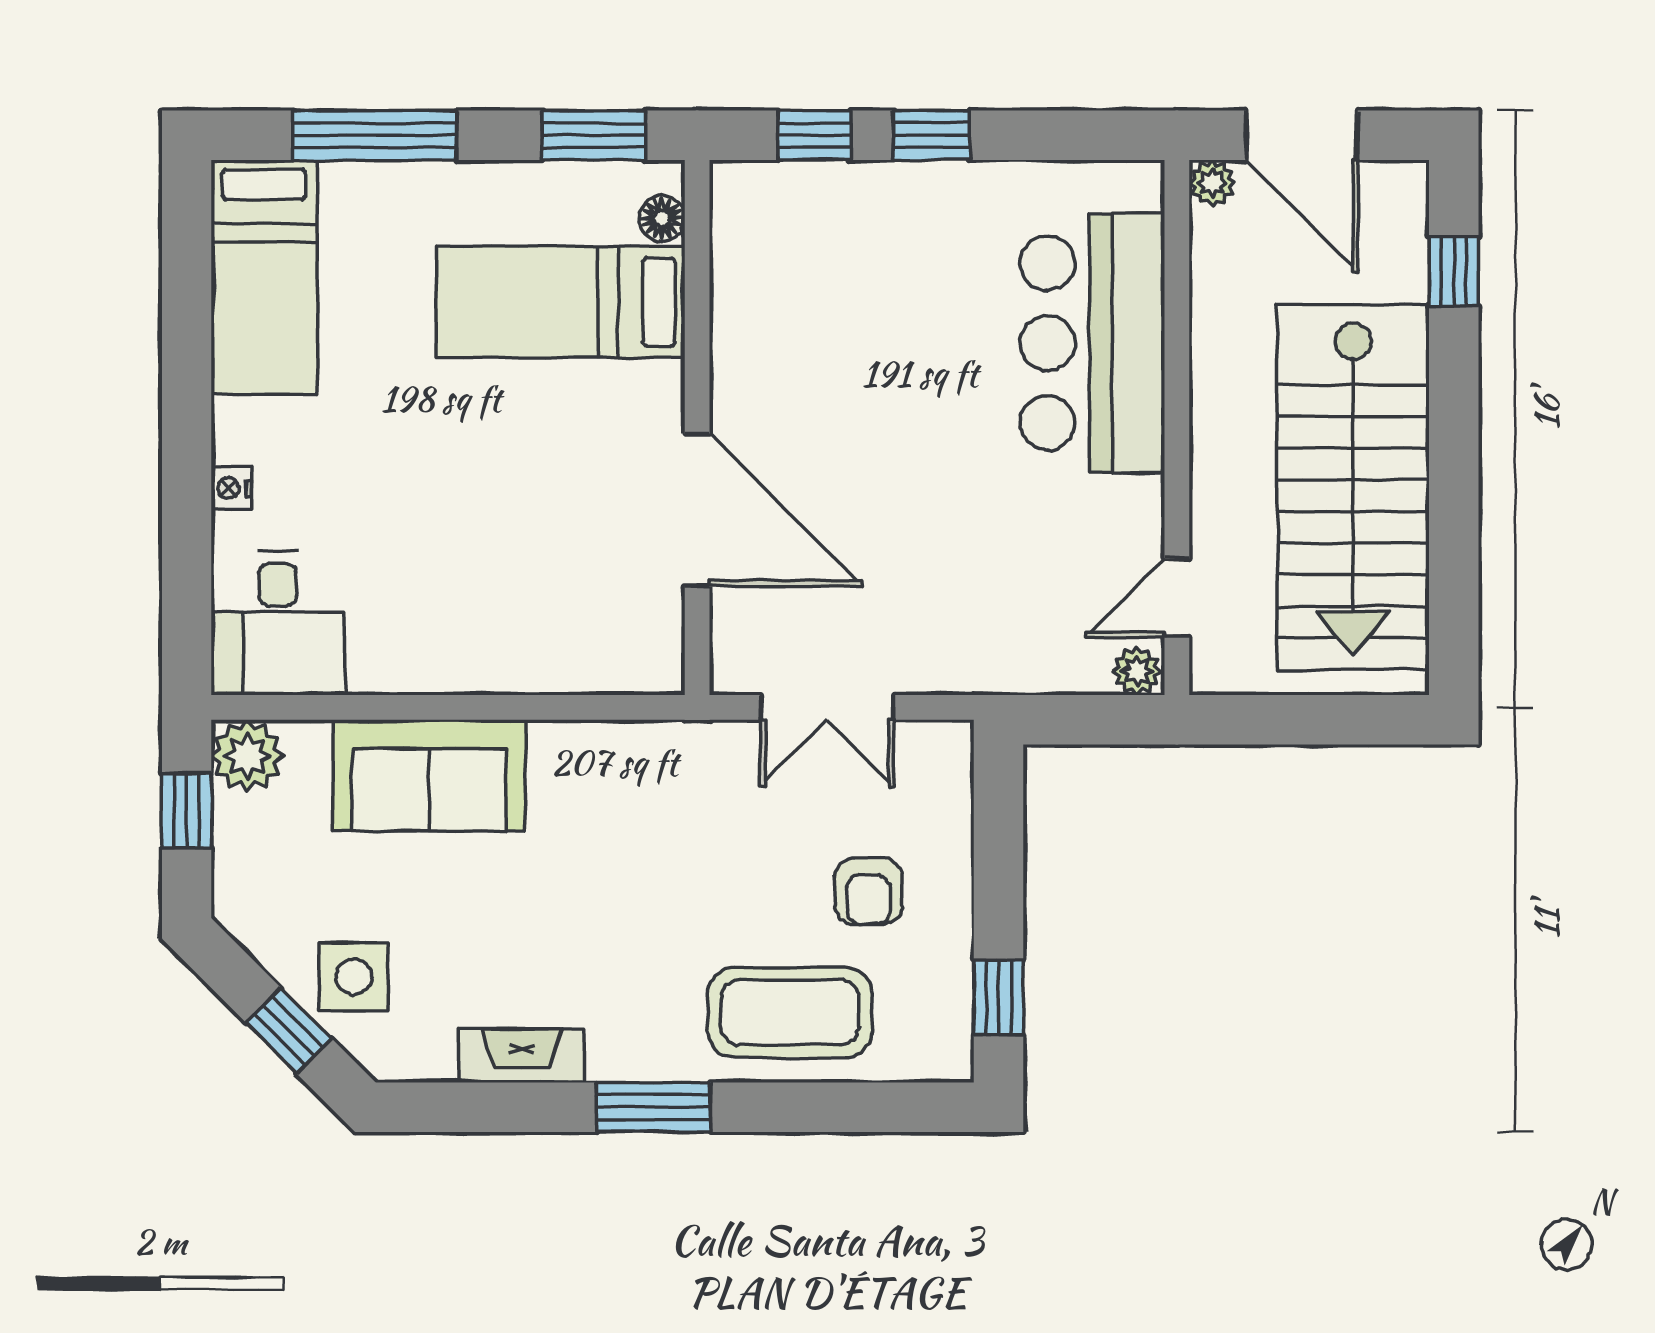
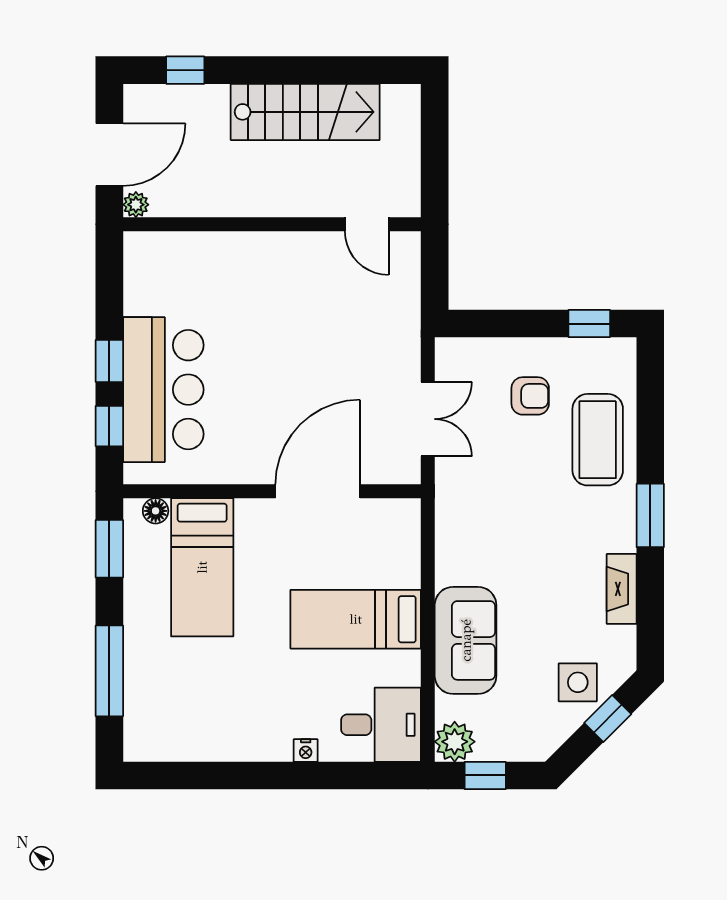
bed: (264, 277) -> (356, 619), moved, turned 180
bar counter: (1092, 343) -> (163, 390), moved, turned -90
stairs: (1353, 487) -> (305, 112), width x0.73, depth x0.66
plant: (1137, 671) -> (408, 246), removed

